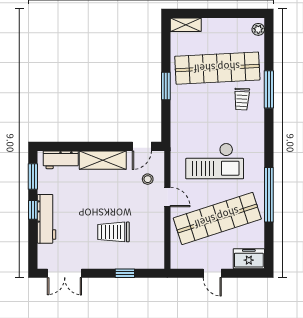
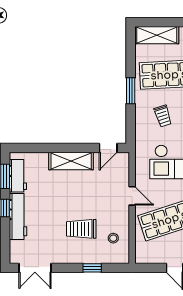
shelving: (186, 25) -> (157, 35), width x1.50, depth x1.33
trolley: (200, 113) -> (163, 116), added
workbench: (61, 160) -> (18, 176), moved, turned -90
stool: (148, 179) -> (113, 238), moved

